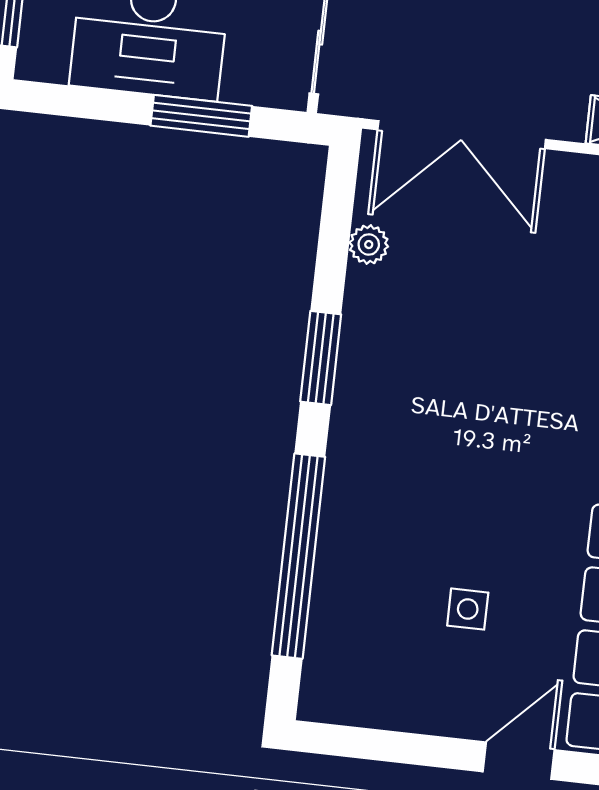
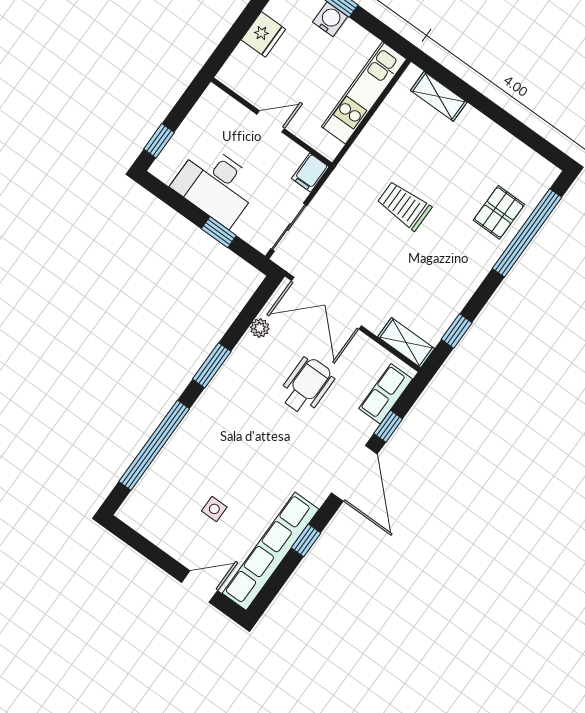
window: (201, 116) -> (219, 232), width x0.67
wheelchair: (509, 300) -> (307, 386), added

